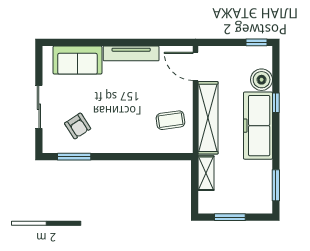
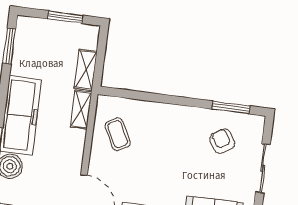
shelving: (208, 118) -> (81, 109), width x0.45, depth x0.75
coffee table: (170, 120) -> (118, 134), turned 71

